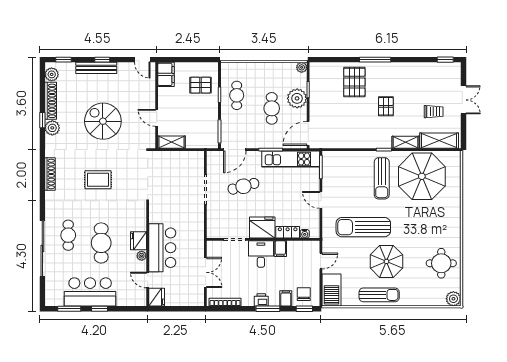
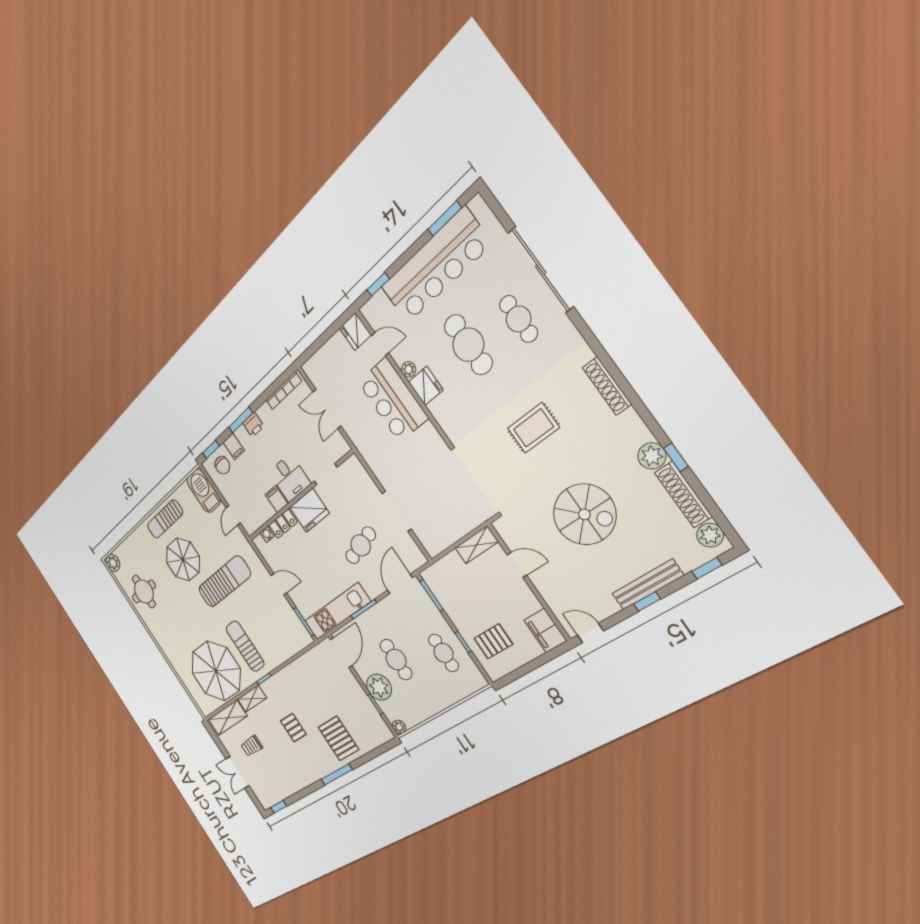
bar counter: (90, 292) -> (435, 266), width x1.36
window: (100, 309) -> (378, 284), moved

